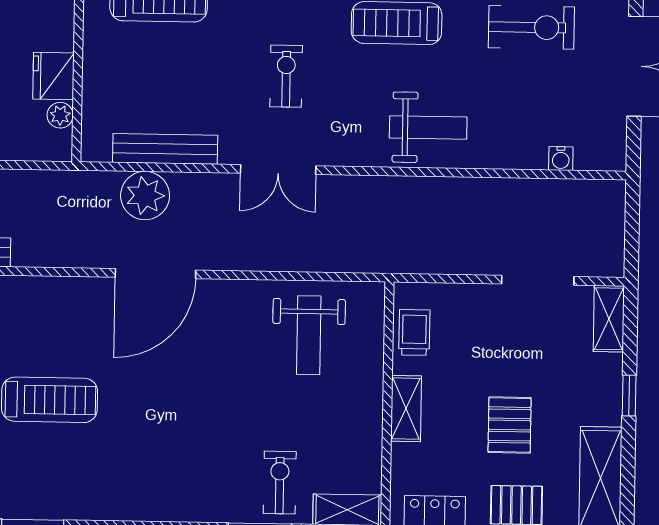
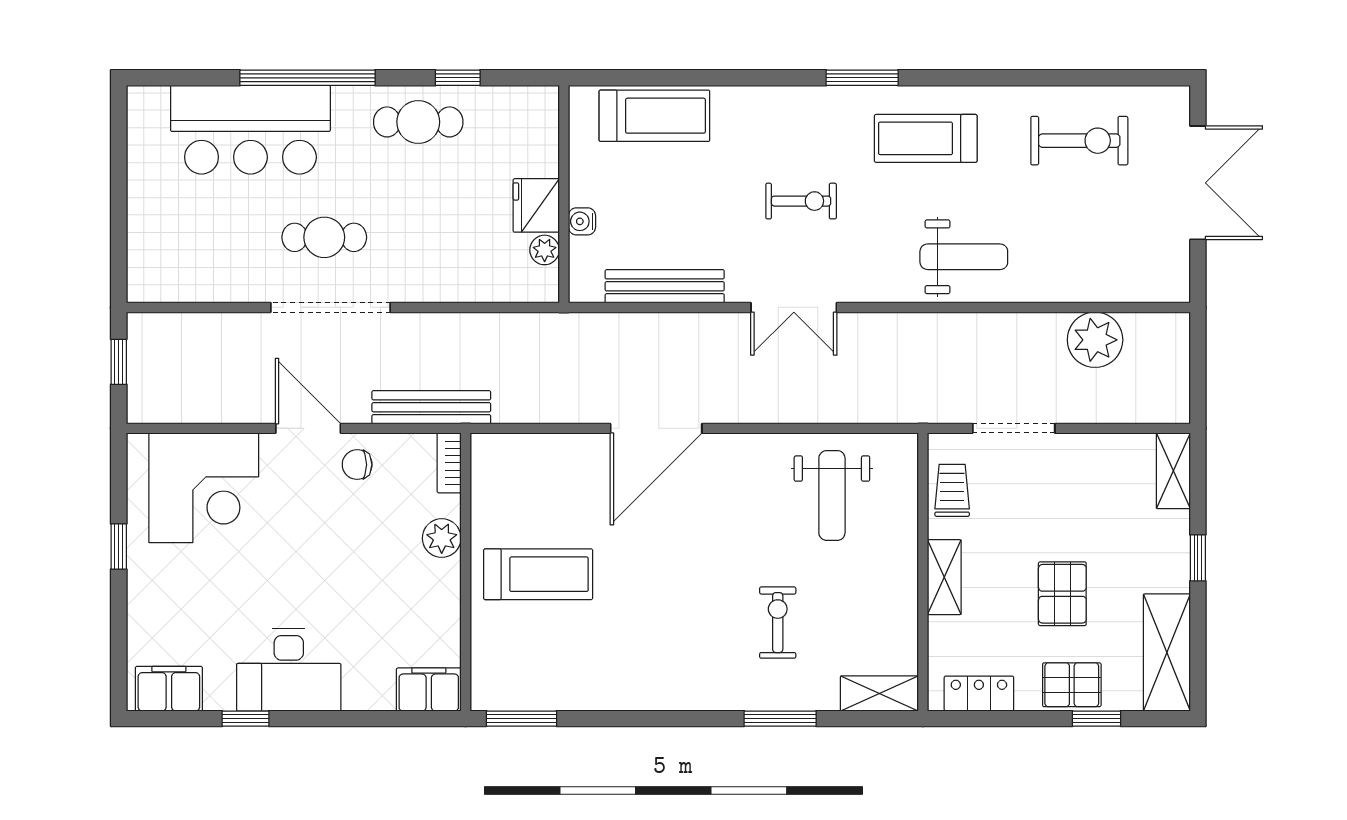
exercise bike: (286, 76) -> (801, 201), turned 90
water cooler: (561, 159) -> (582, 221), moved, turned 90
plant: (145, 196) -> (1095, 340), moved
doorway: (538, 280) -> (1014, 428), moved
exercise bike: (280, 483) -> (778, 623), moved

